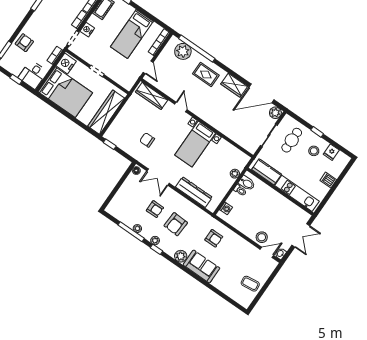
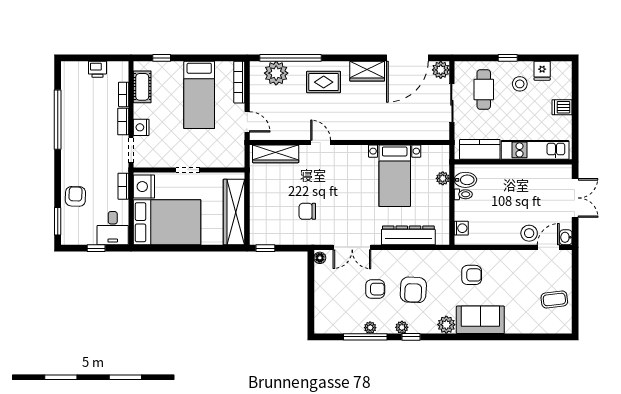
bed with nightstands: (195, 144) -> (395, 176), moved

